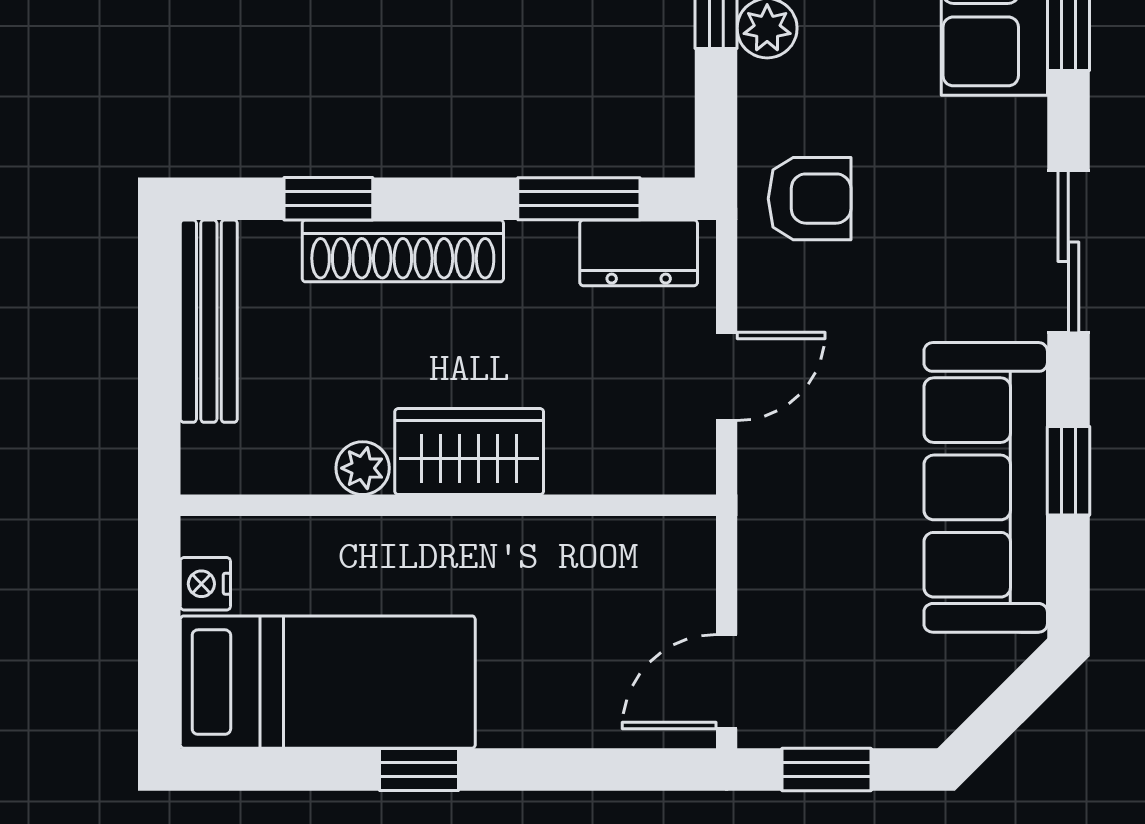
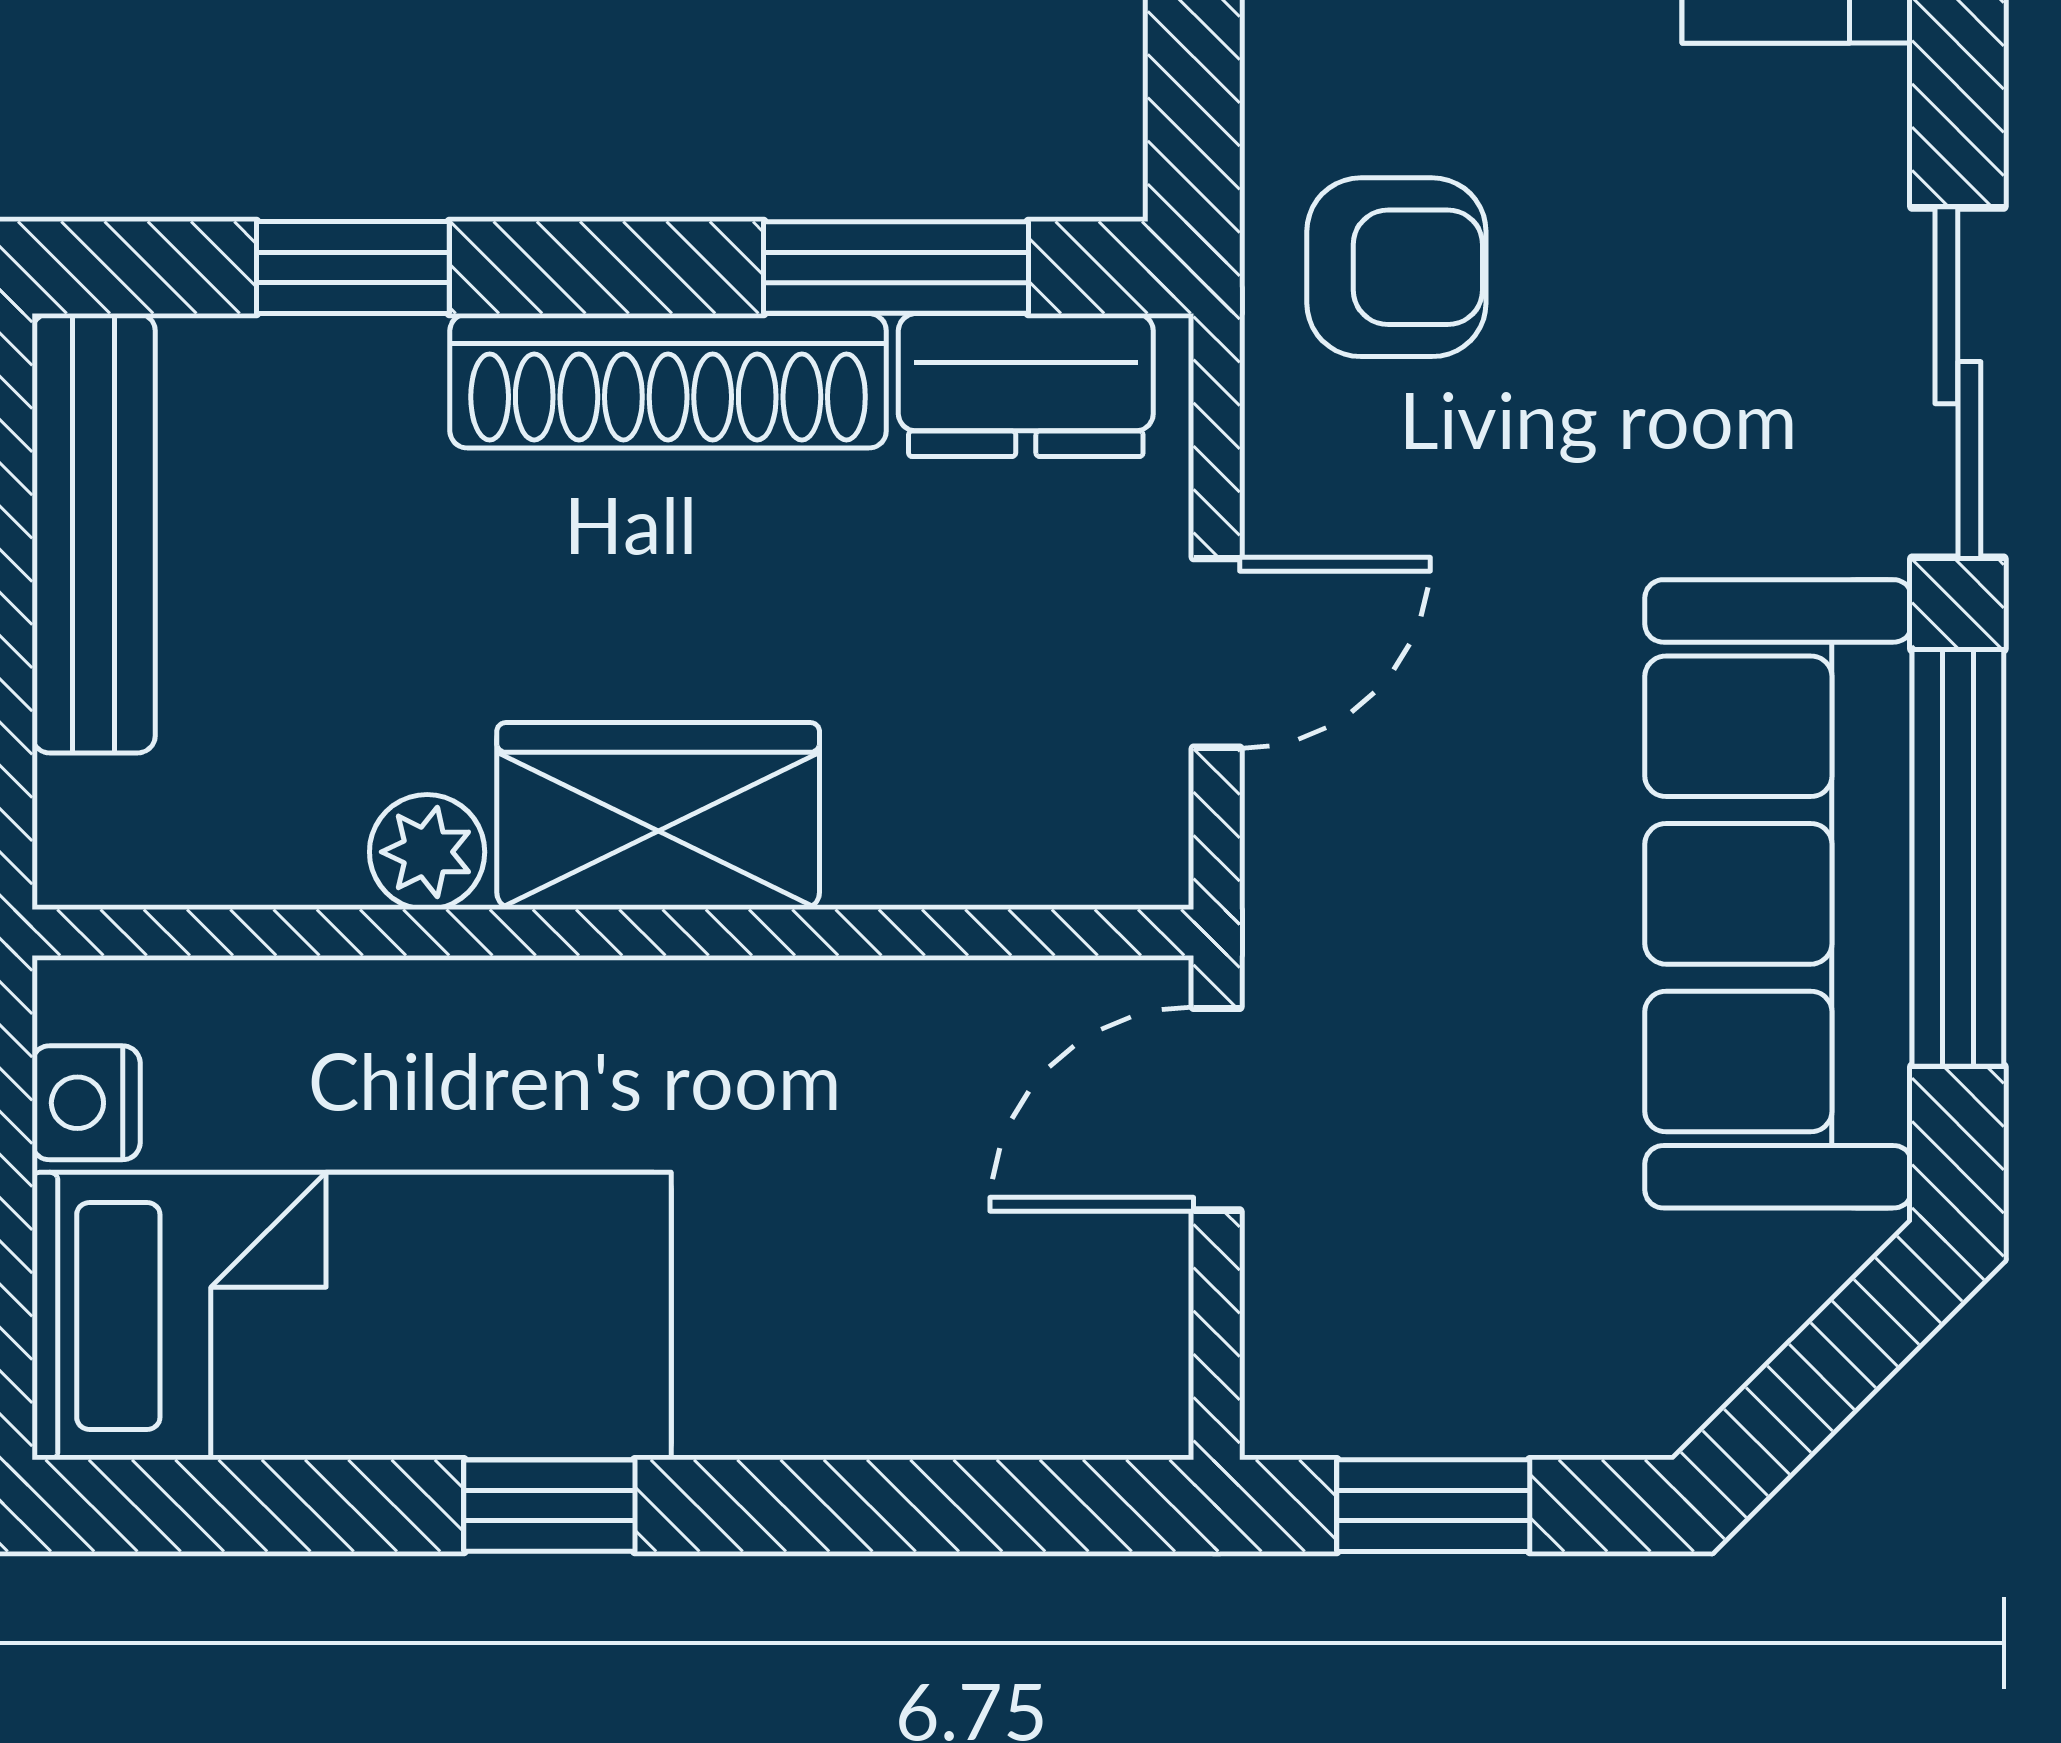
shoe rack: (403, 251) -> (668, 381), moved
window: (1068, 471) -> (1958, 858), width x2.17
door: (727, 682) -> (1217, 1109), moved

